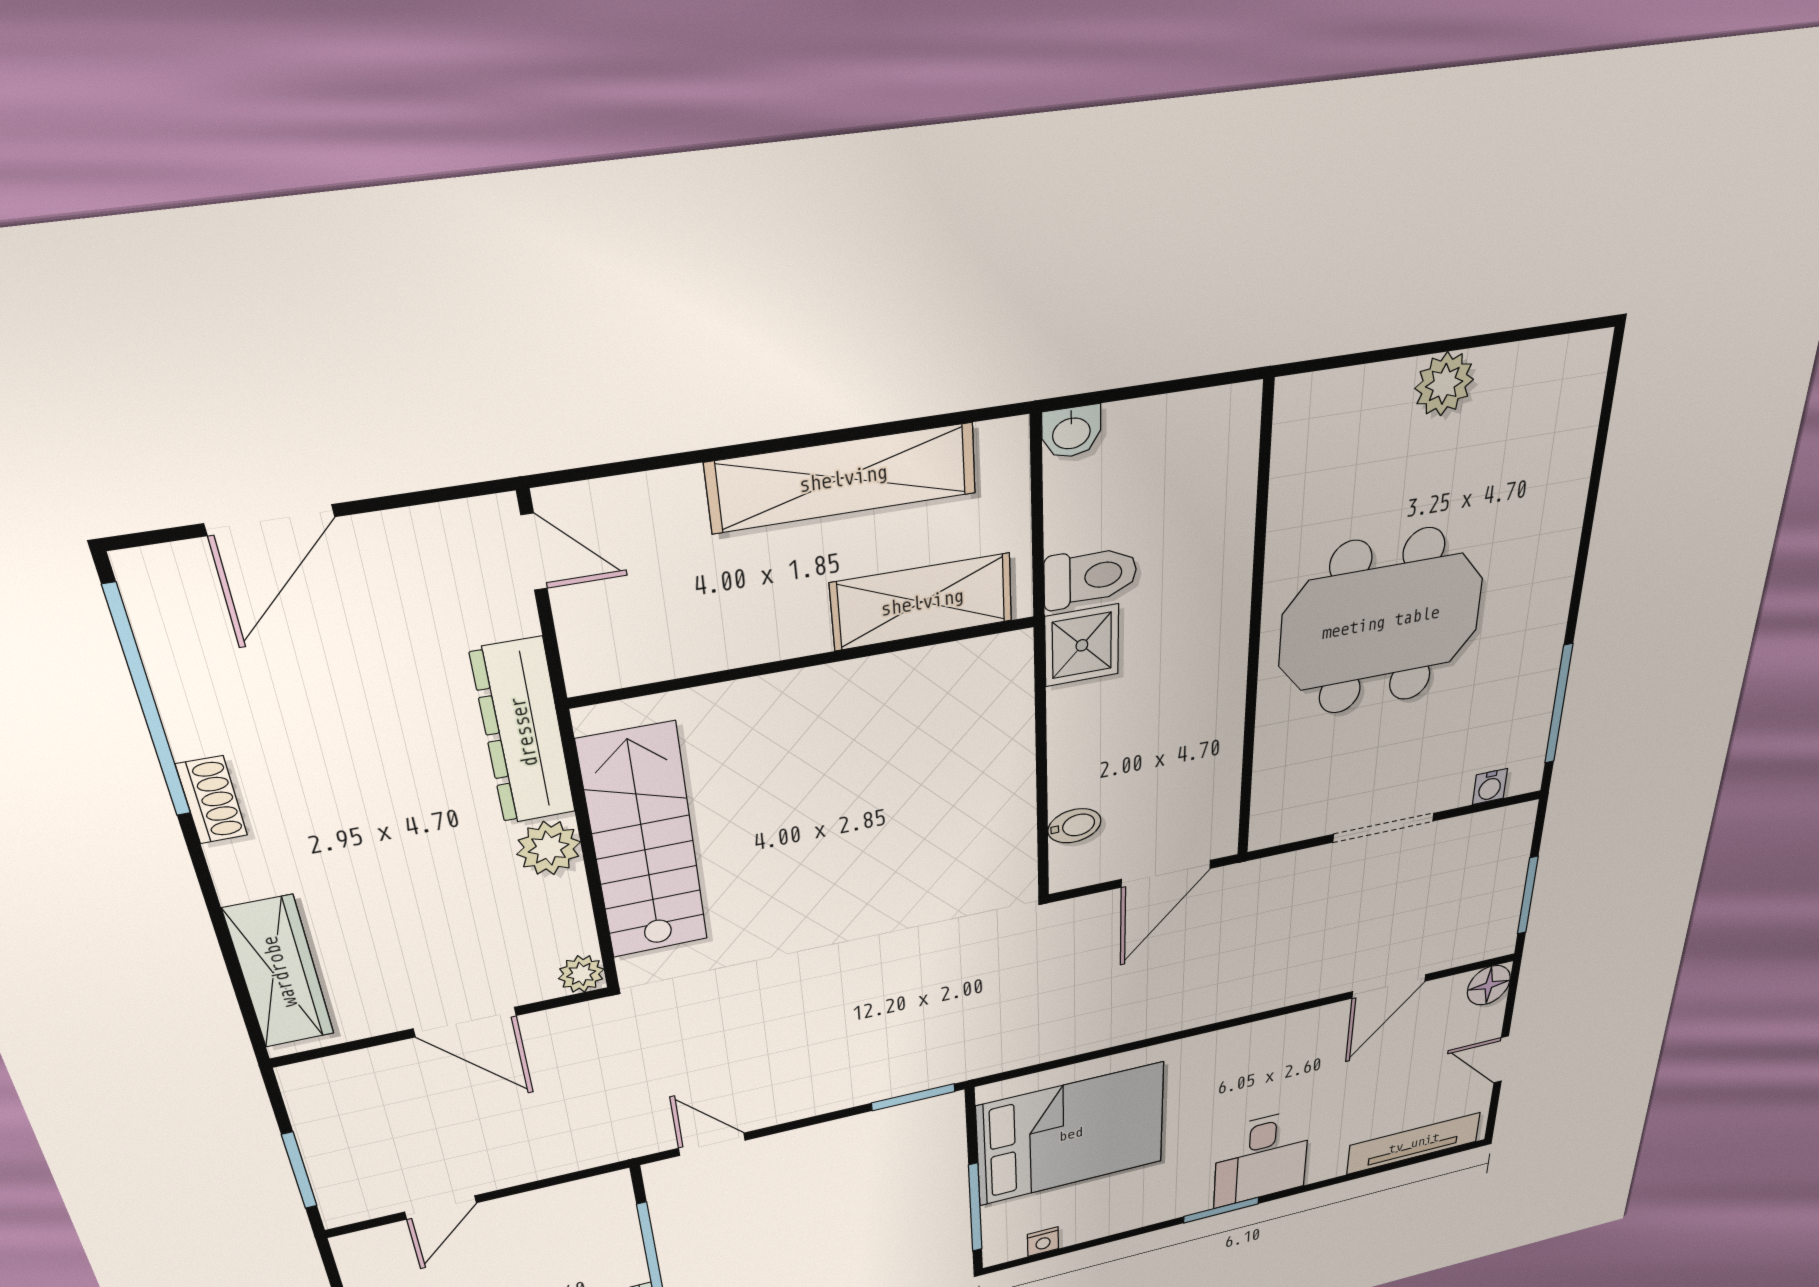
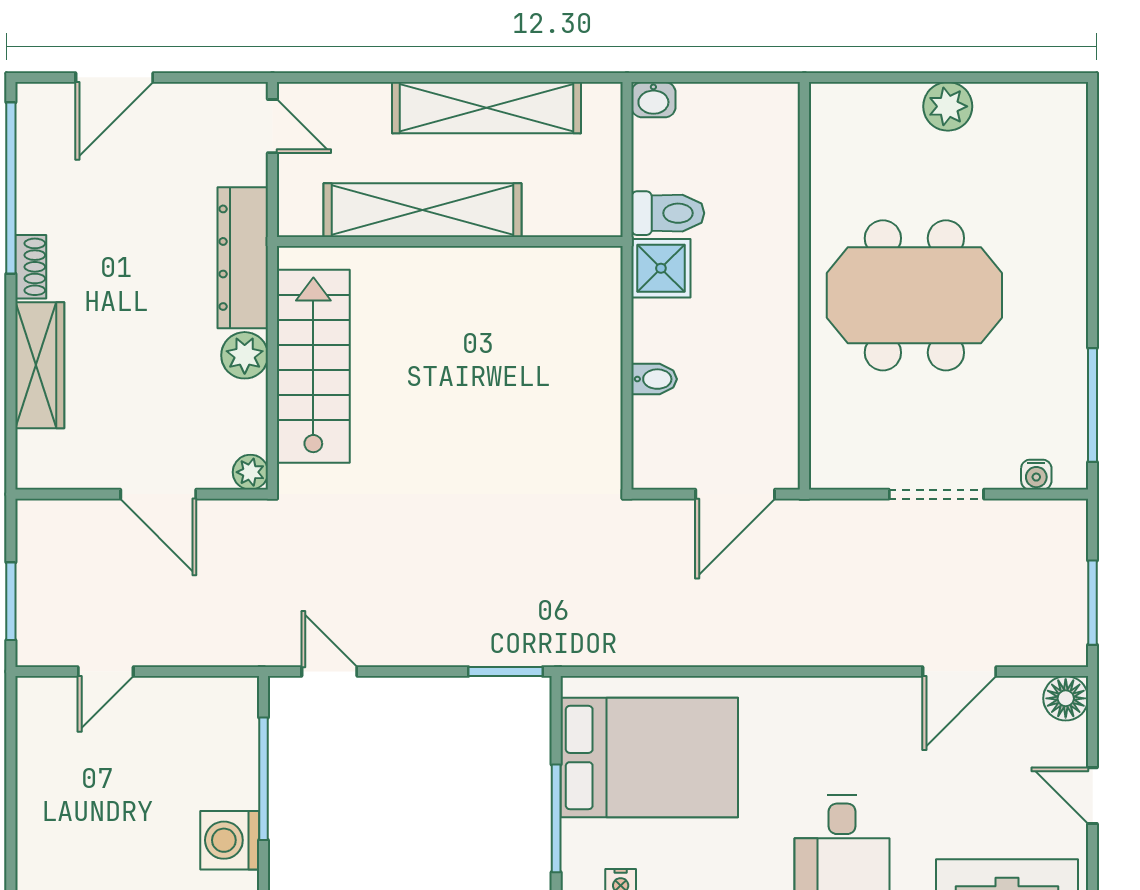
shelving: (922, 602) -> (422, 210), moved, width x1.47
bidet: (1074, 826) -> (654, 379), moved
wardrobe: (279, 972) -> (40, 365), moved

